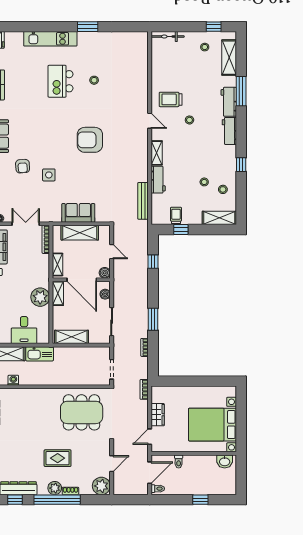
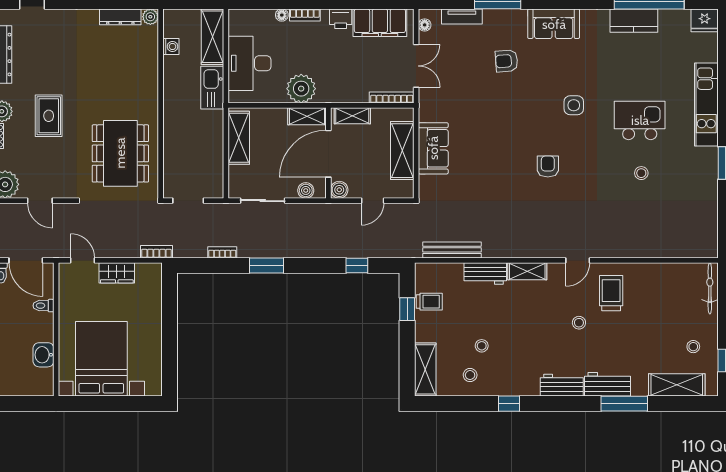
armchair: (90, 140) -> (548, 166), width x0.53, depth x0.53
side table: (49, 175) -> (574, 105), moved
desk: (24, 330) -> (249, 63), width x1.37
washbasin: (225, 461) -> (43, 355), moved

